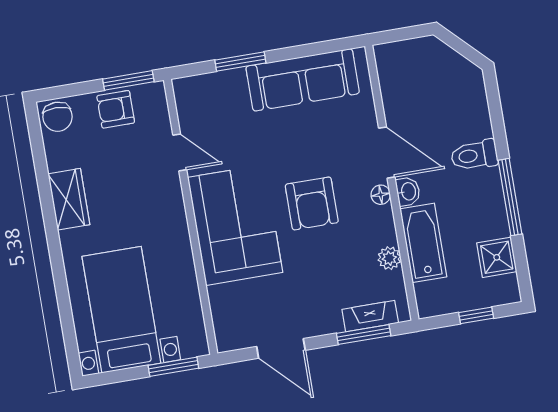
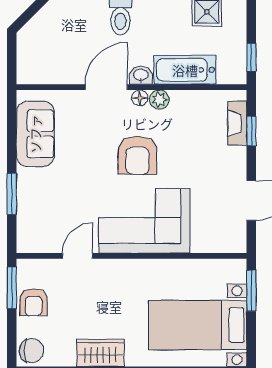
sofa: (303, 80) -> (35, 134), width x0.73
armchair: (312, 203) -> (137, 155), turned 90
plant: (389, 258) -> (159, 100), moved
window: (476, 315) -> (251, 57), moved
window: (364, 334) -> (251, 131), width x0.67

